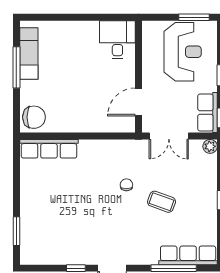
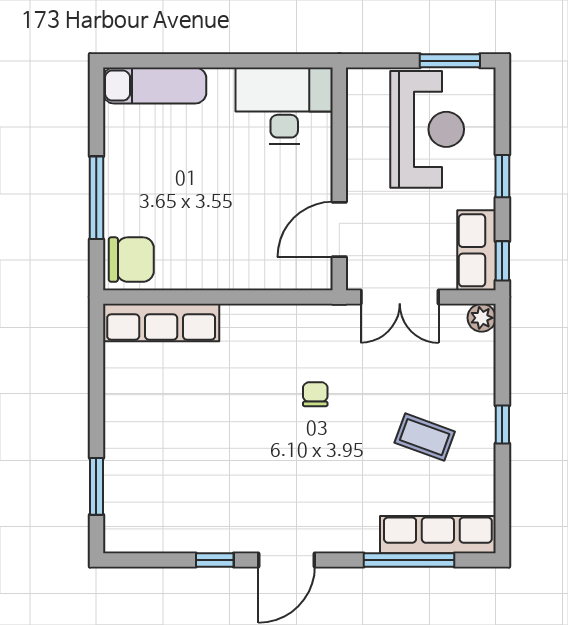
desk: (117, 40) -> (284, 106), width x1.37
exam couch: (29, 54) -> (155, 86), moved, turned 90
window: (16, 67) -> (96, 198), moved
coffee table: (162, 202) -> (425, 437), moved

